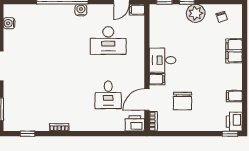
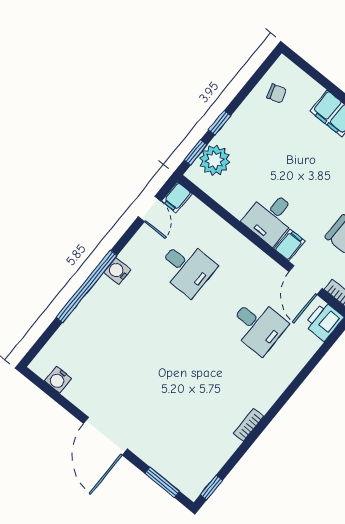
plant: (196, 13) -> (215, 160), moved
desk: (108, 40) -> (187, 268), width x0.73
window: (28, 134) -> (211, 488), moved

